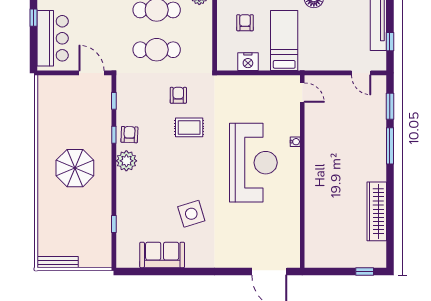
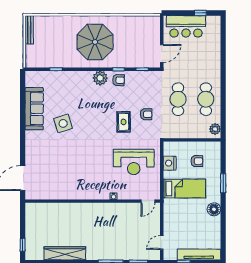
reception desk: (253, 163) -> (134, 162), moved, width x0.74, depth x0.77
parasol: (75, 168) -> (95, 42), width x1.36, depth x1.36
sofa: (162, 255) -> (34, 109), width x1.36

